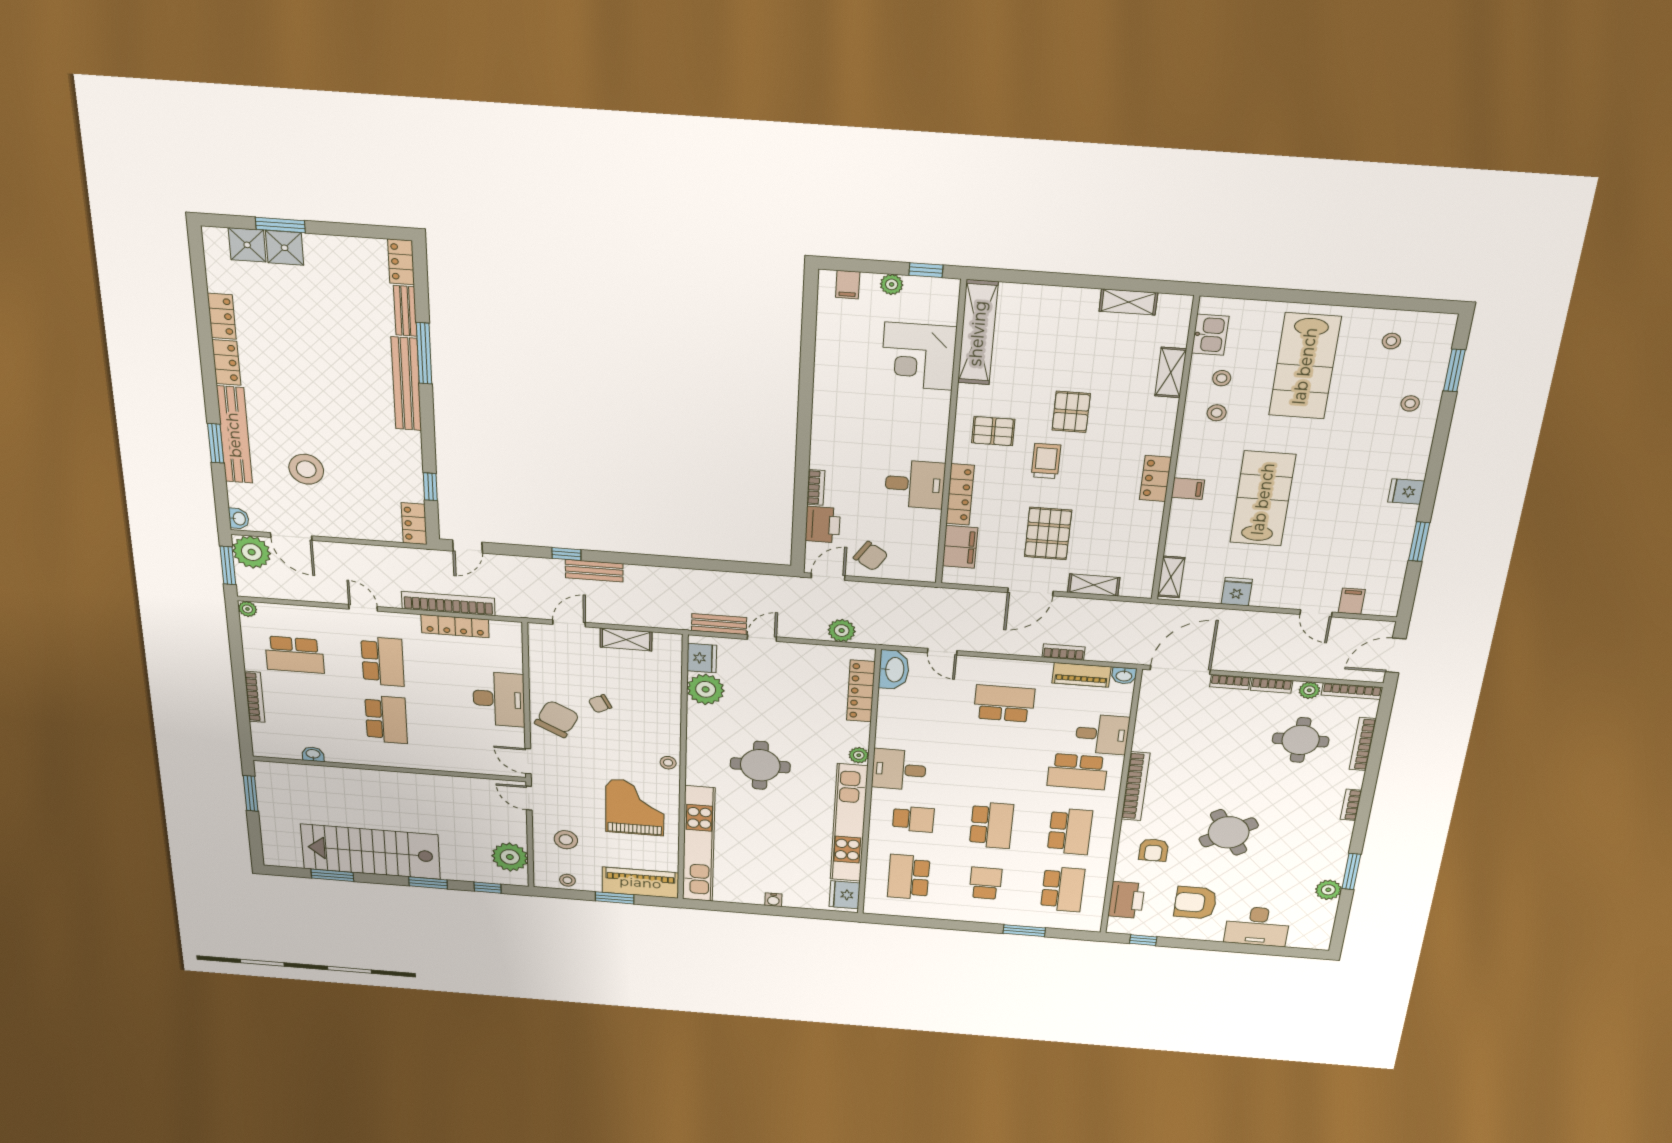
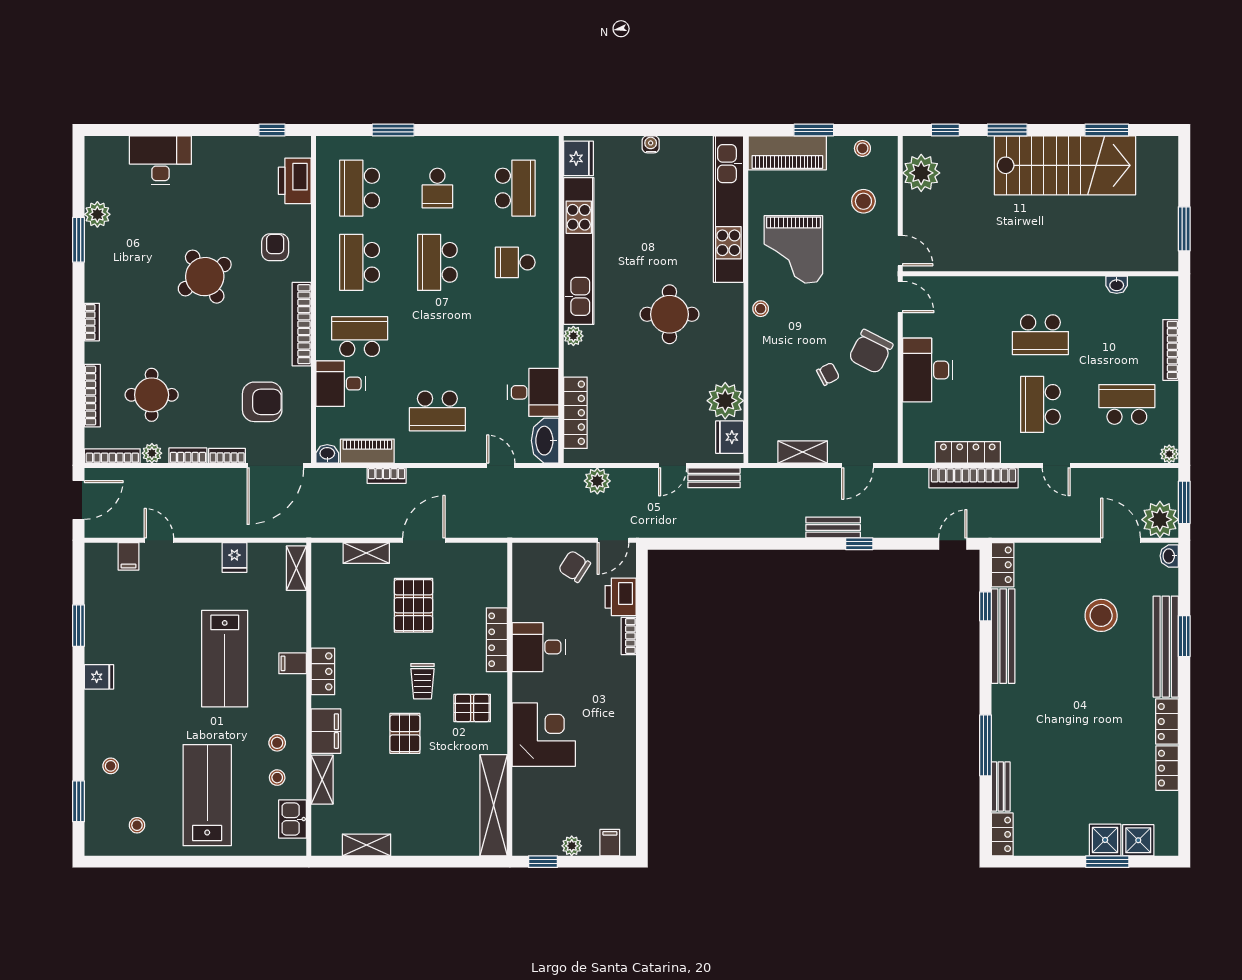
corner desk: (919, 356) -> (544, 735), moved
bench: (406, 384) -> (1003, 636), moved
filing cabinet: (960, 547) -> (326, 731), moved, turned 180
school desk: (386, 720) -> (1040, 335), turned -90
desk: (899, 770) -> (533, 392), moved
armchair: (1195, 903) -> (262, 402), moved

